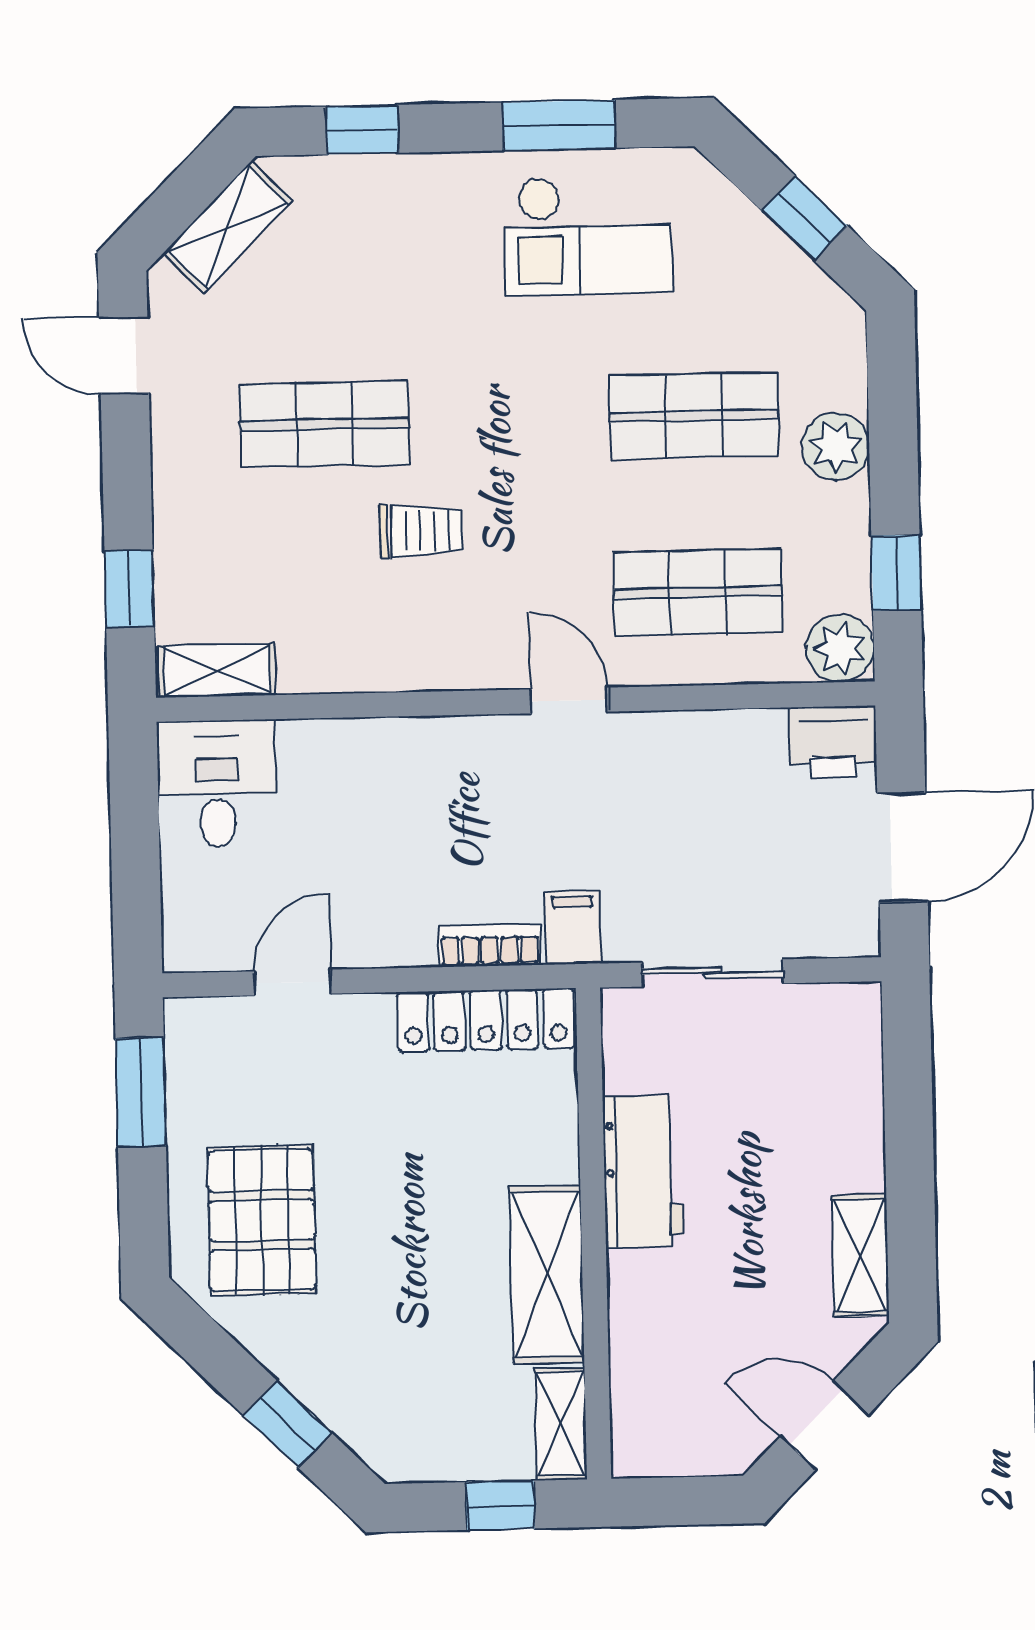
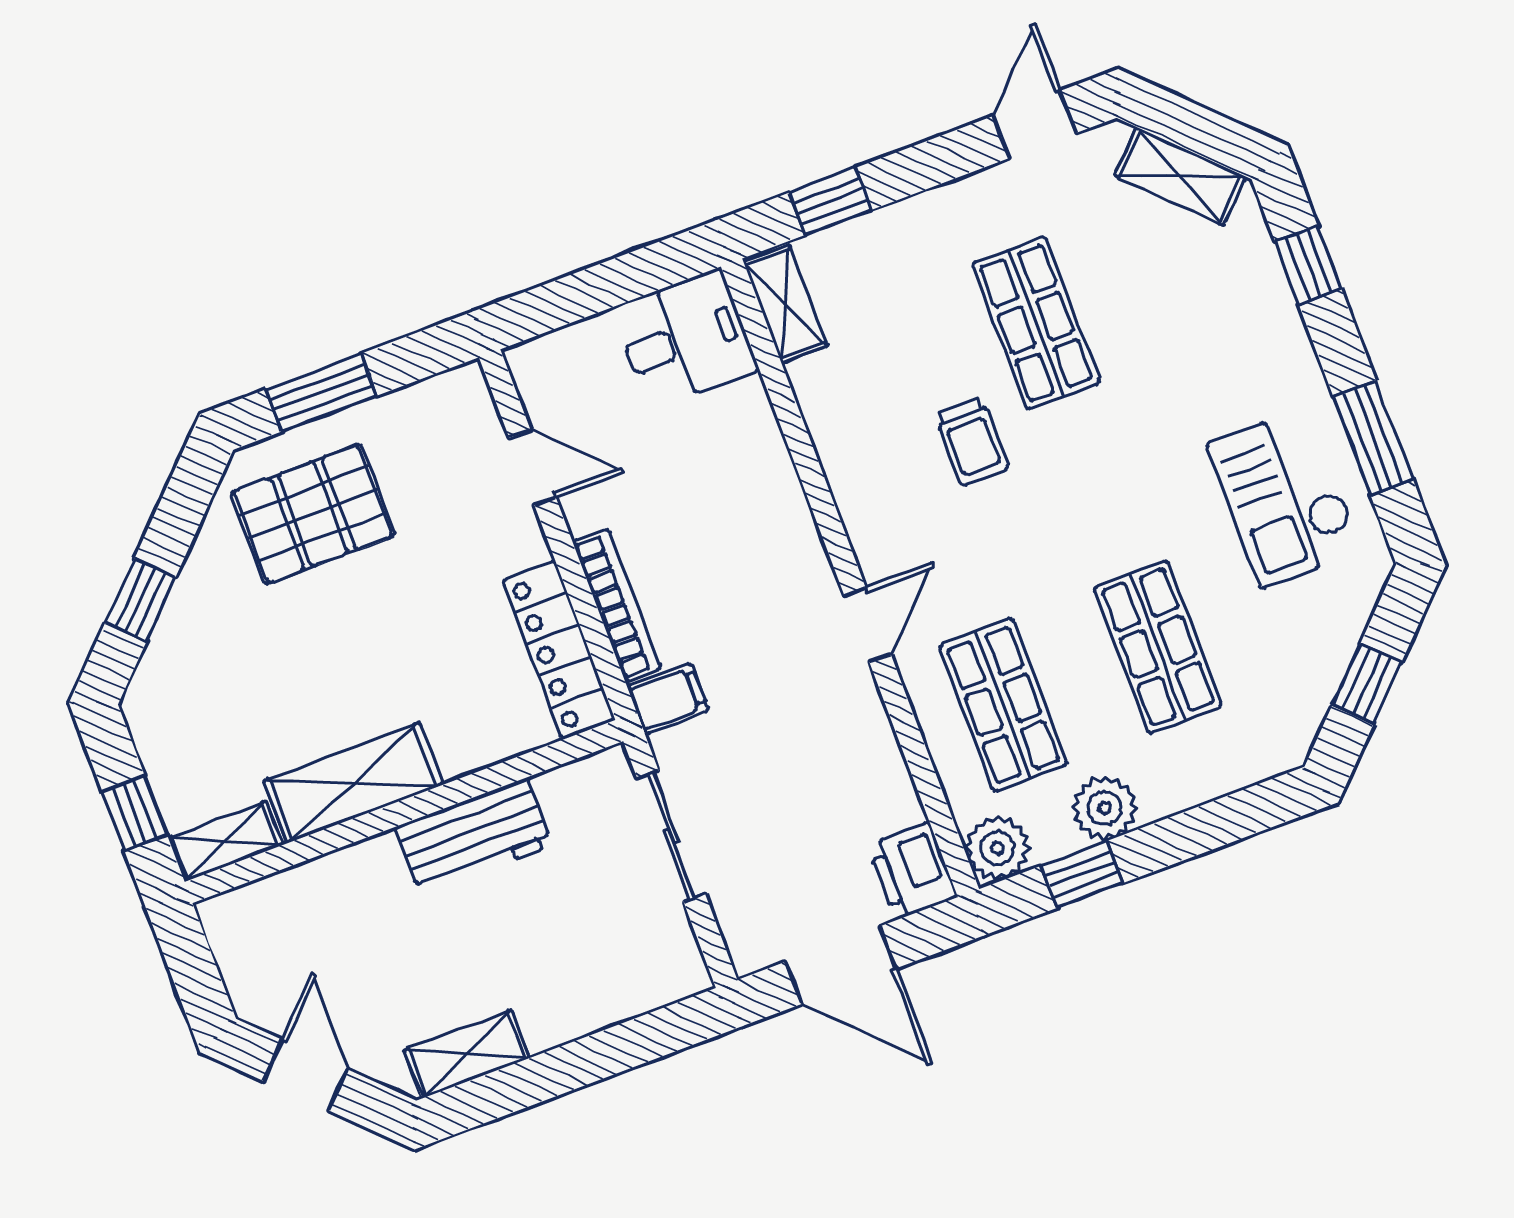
plant: (836, 446) -> (1105, 808), moved
bookcase: (490, 946) -> (617, 605), width x1.56
window: (141, 1092) -> (321, 393), moved

